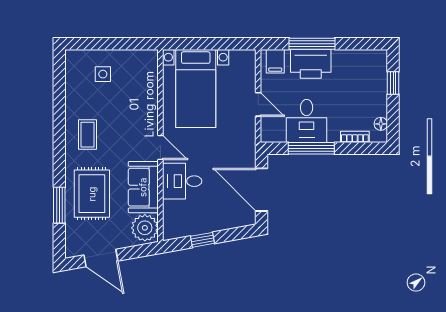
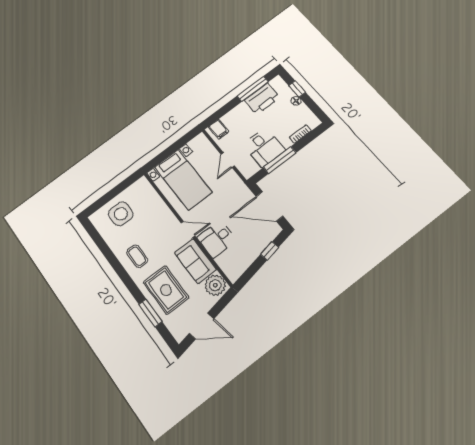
window: (312, 44) -> (253, 89), moved
printer: (311, 64) -> (262, 99), moved
side table: (103, 74) -> (121, 214), width x1.87, depth x1.87
door: (258, 104) -> (228, 160), swing flipped
floor lamp: (381, 124) -> (296, 101), moved
window: (203, 240) -> (270, 251), moved

